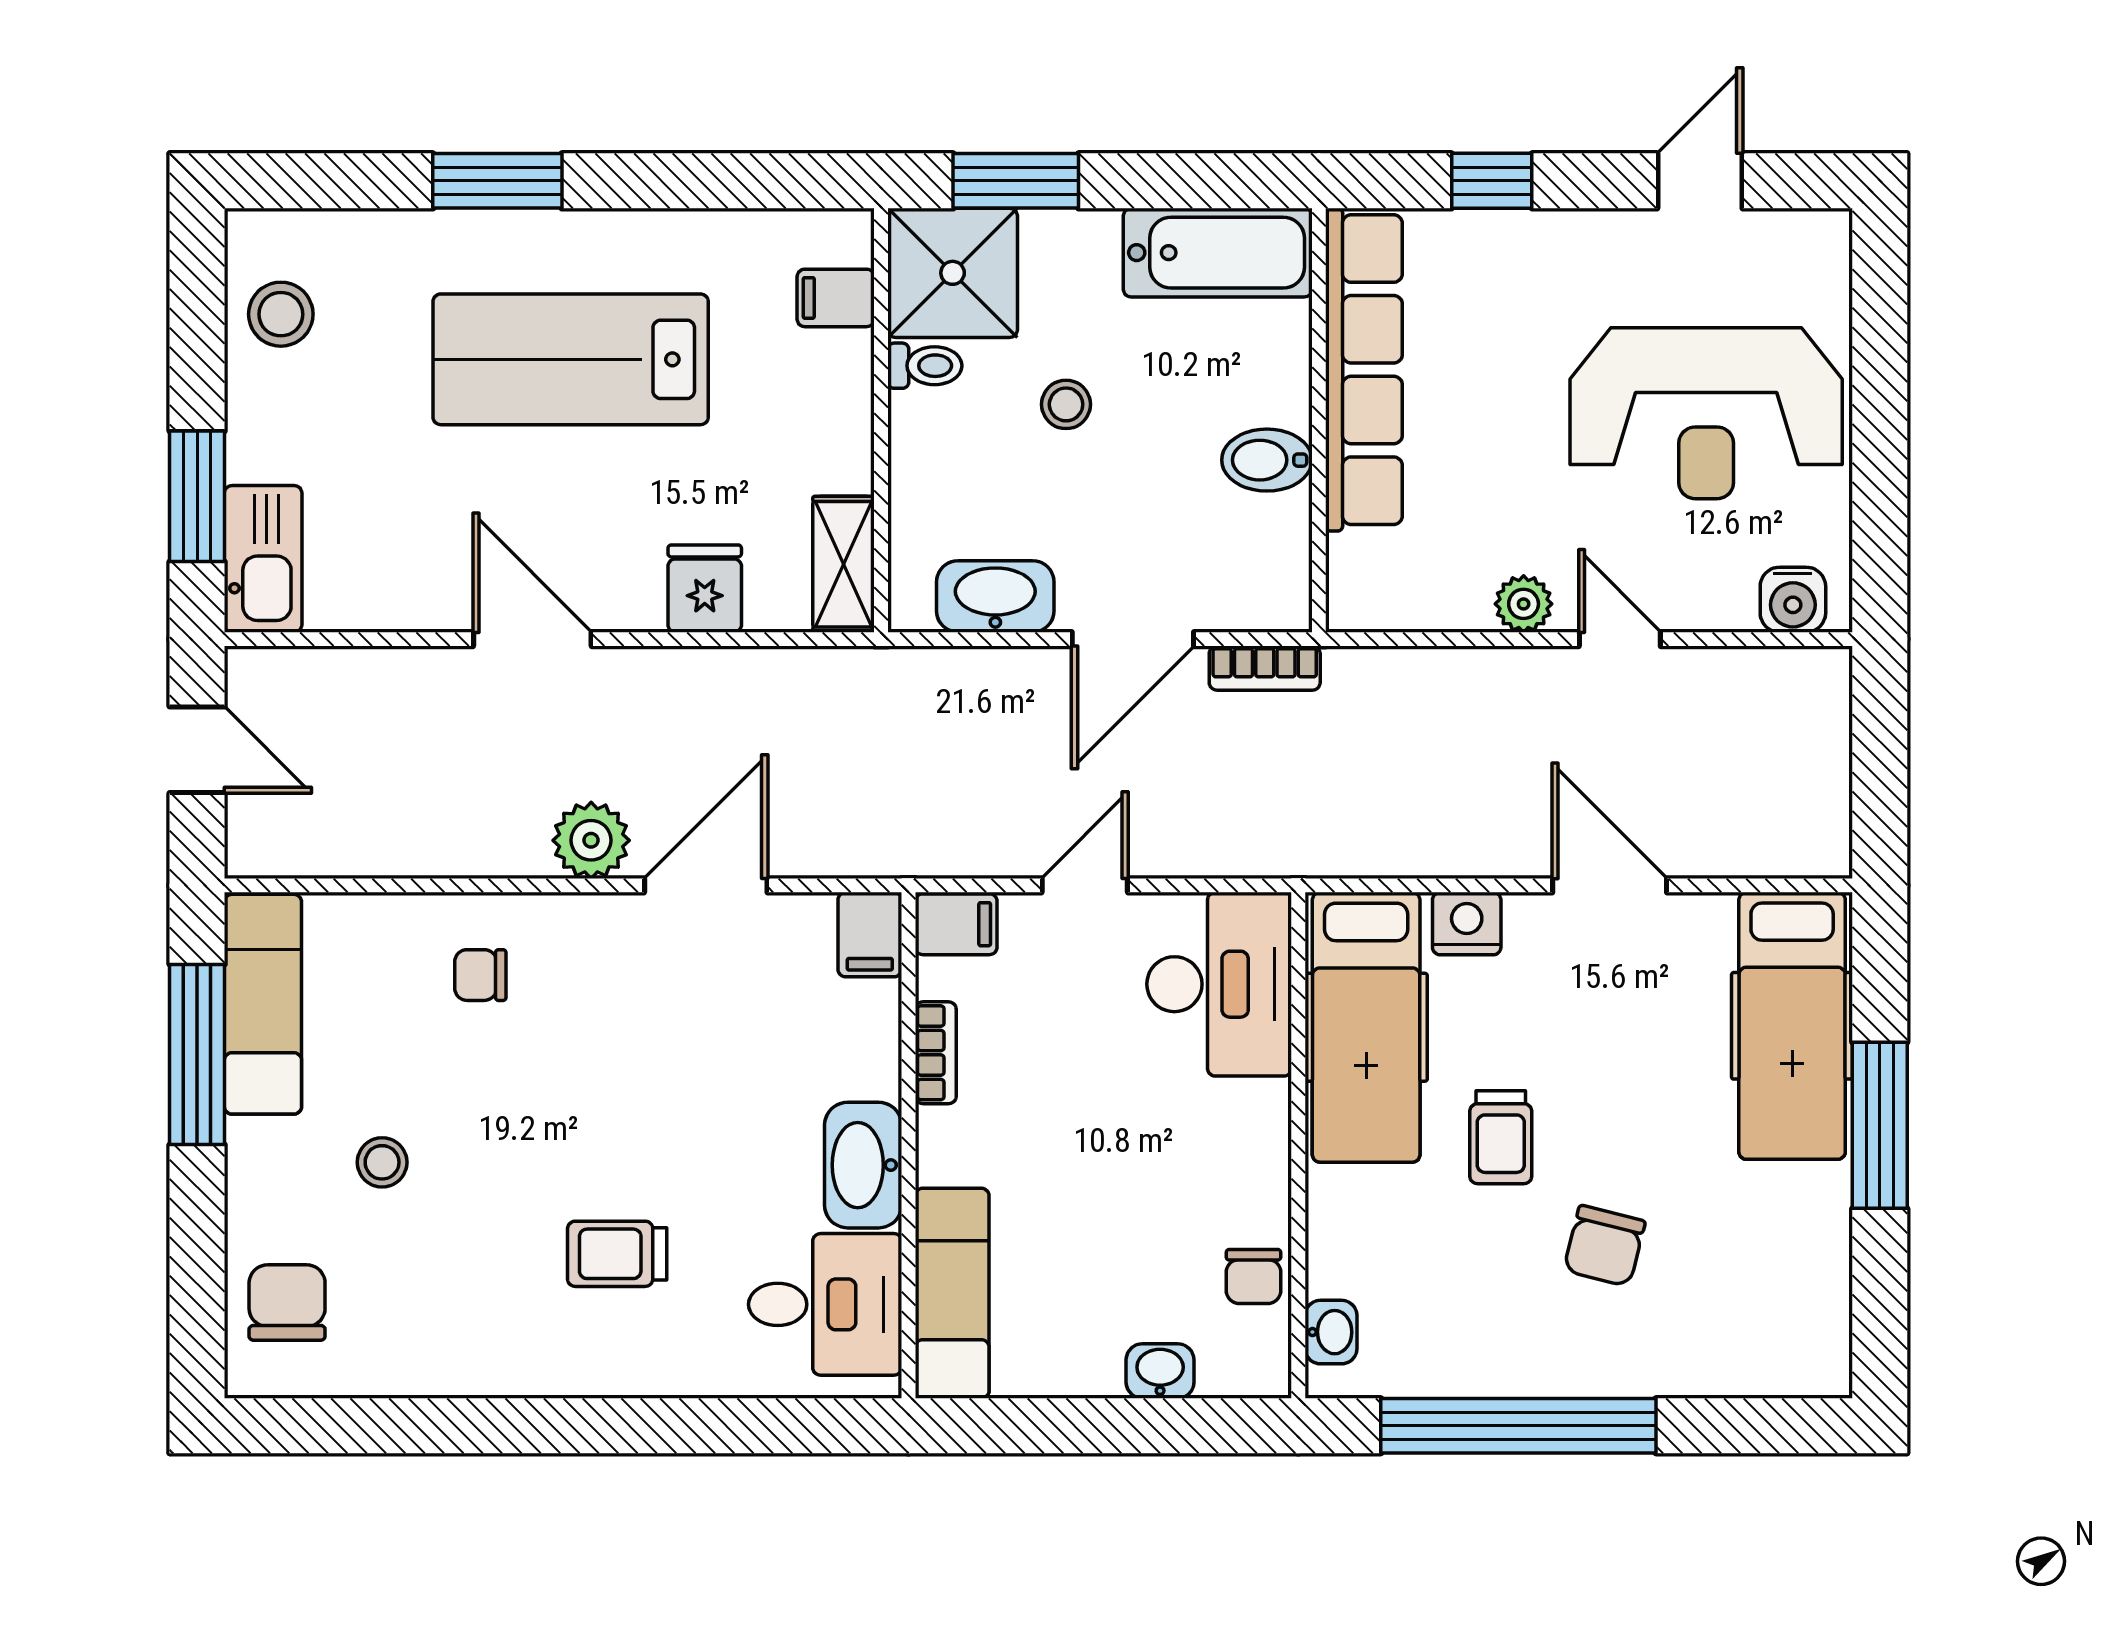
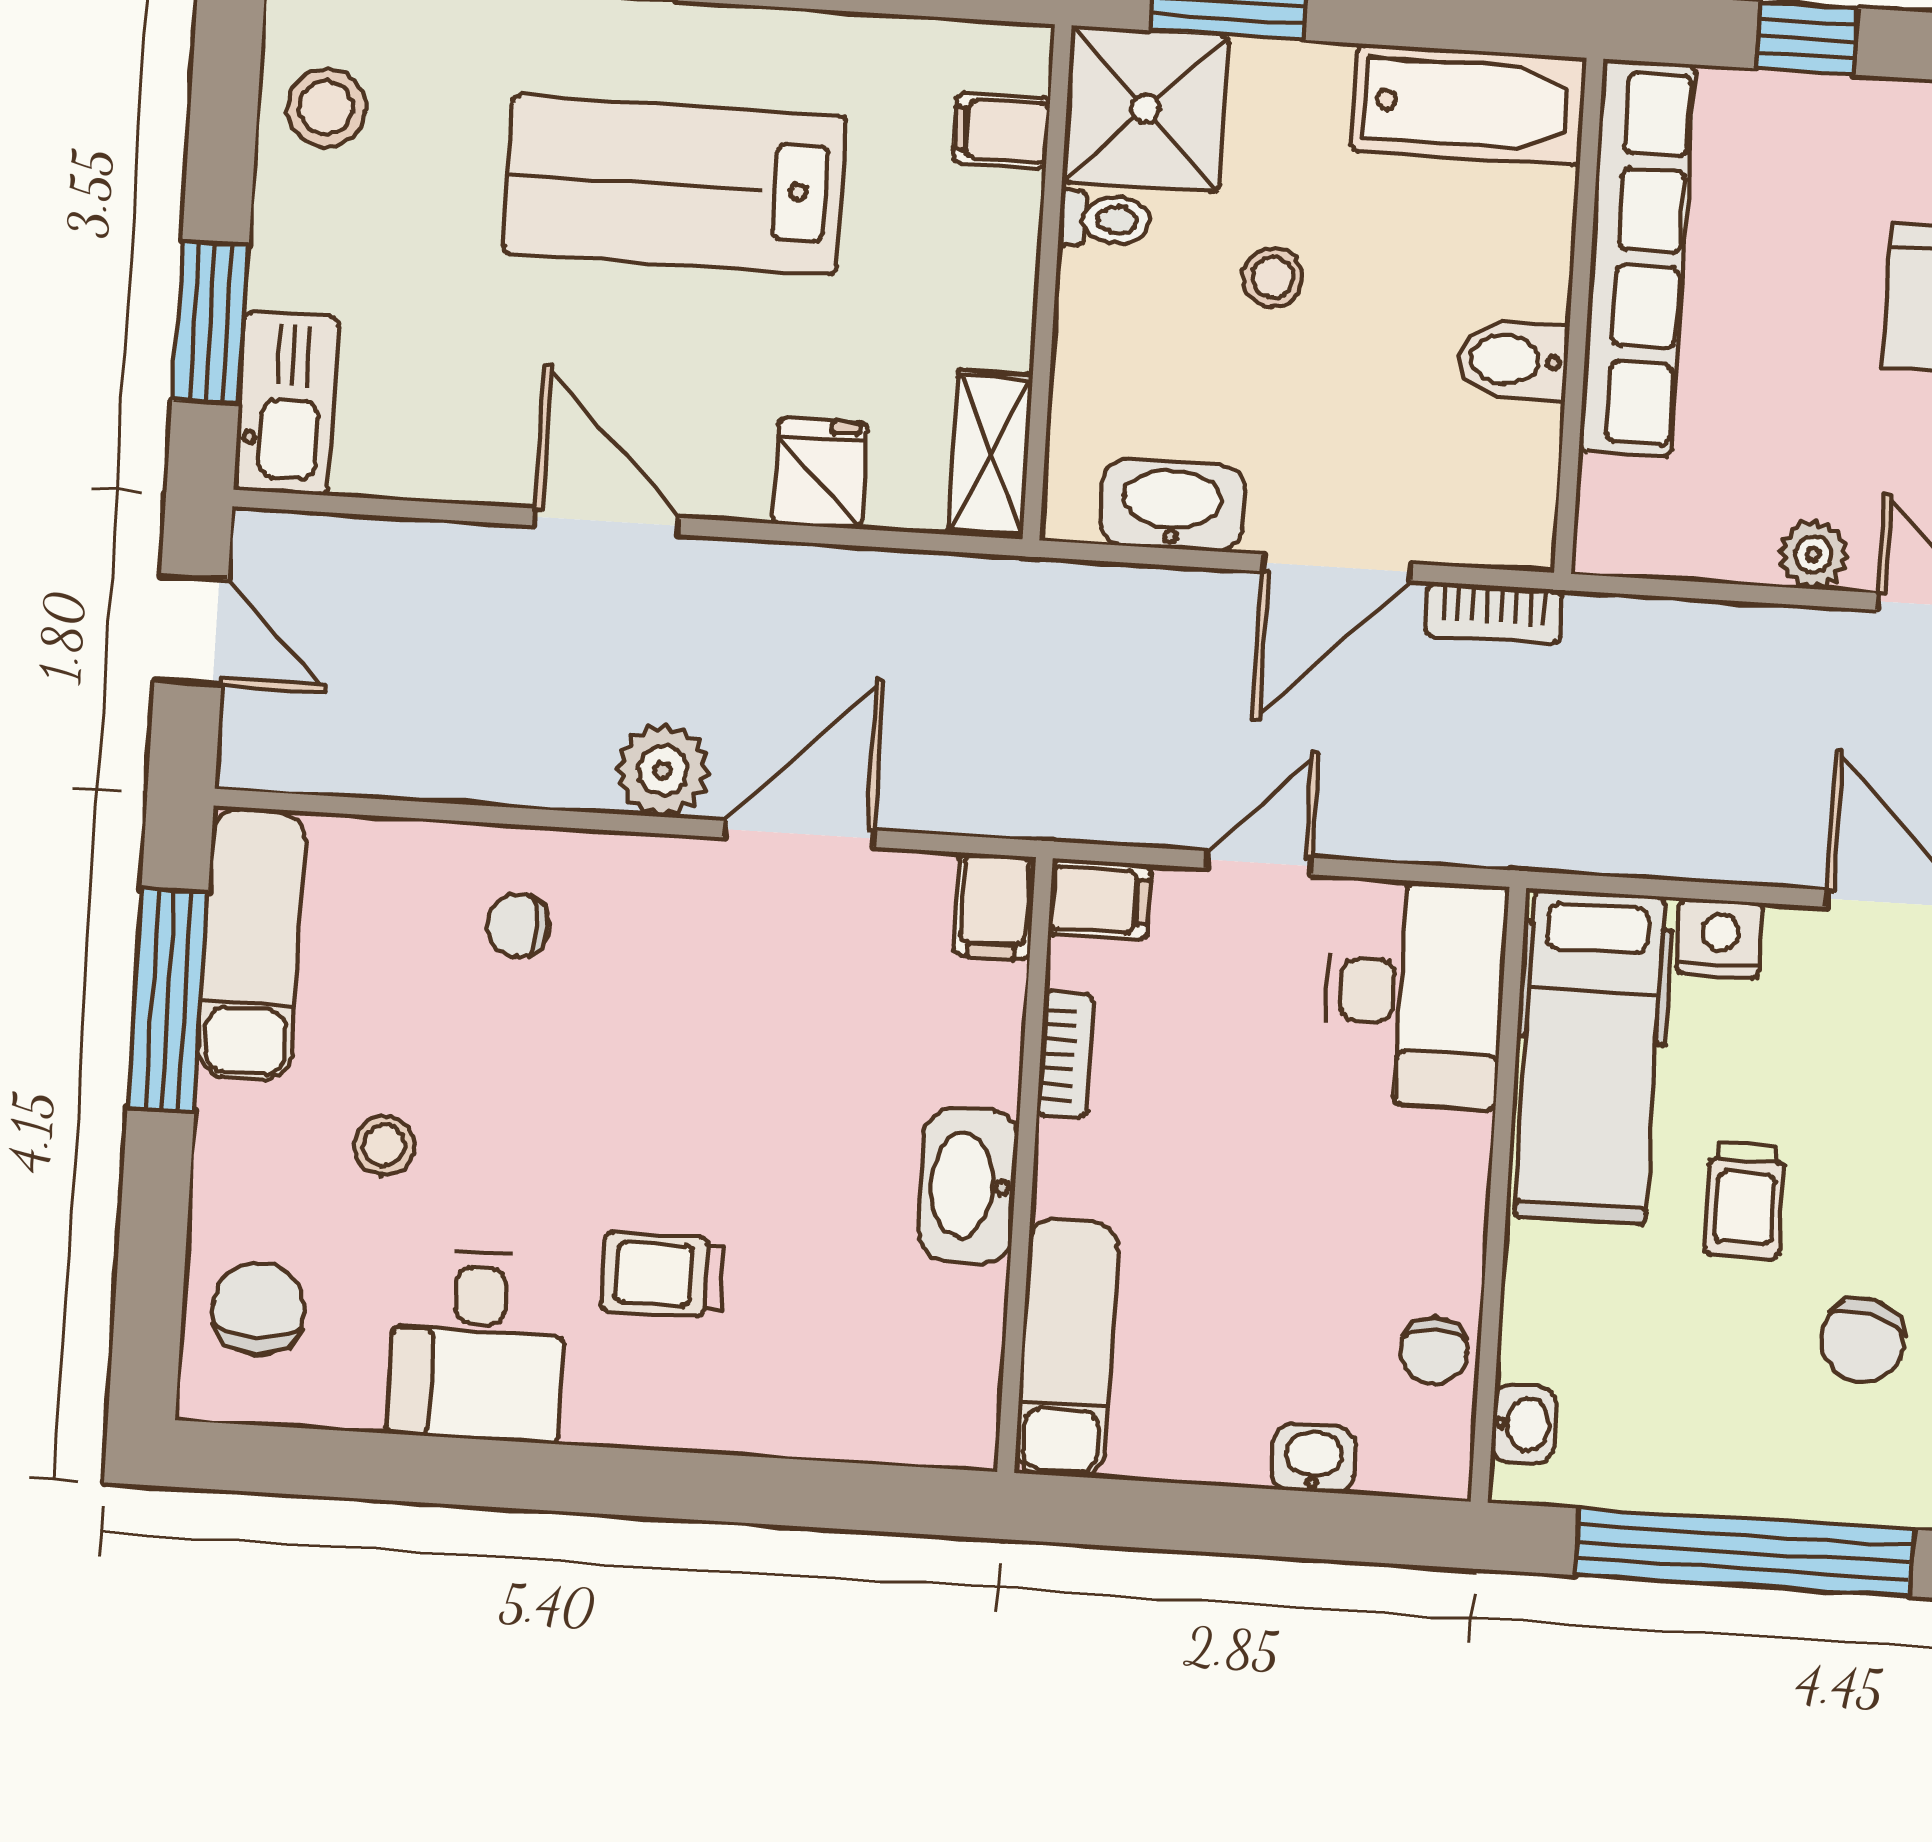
desk: (825, 1304) -> (478, 1346), moved, turned 90

